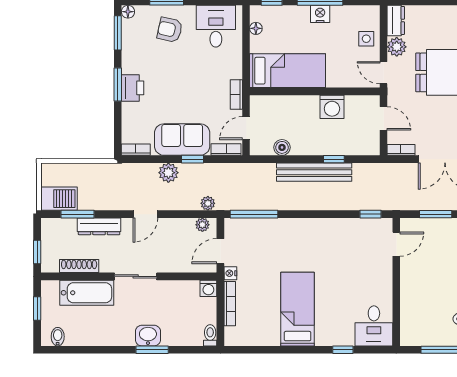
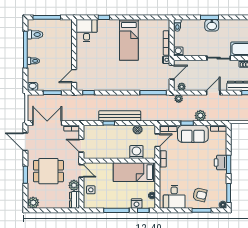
nightstand: (320, 14) -> (137, 204), moved
washing machine: (332, 107) -> (136, 152), moved

